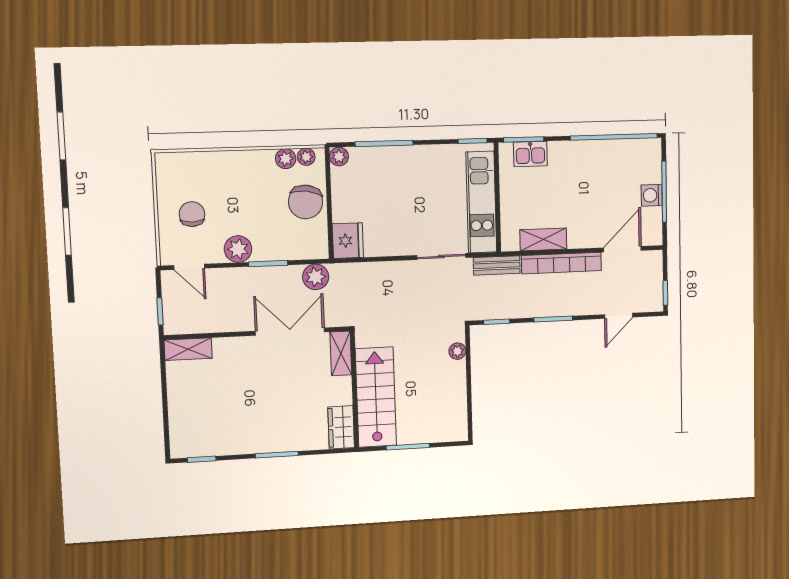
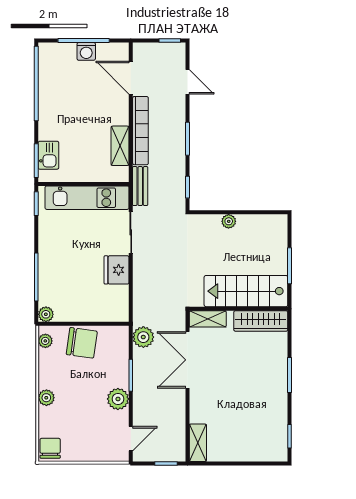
plant: (286, 159) -> (46, 398), moved
chair: (192, 214) -> (50, 448), moved, turned 90
fridge: (348, 241) -> (117, 270), moved, turned -90
plant: (457, 351) -> (229, 221), moved
wardrobe: (341, 427) -> (261, 321), width x1.50

